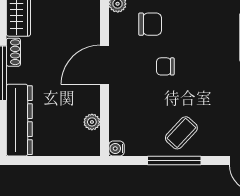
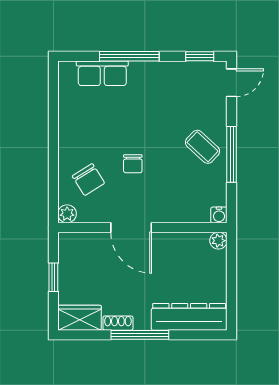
chair: (150, 24) -> (88, 180), turned 148
plant: (92, 122) -> (218, 241), moved

